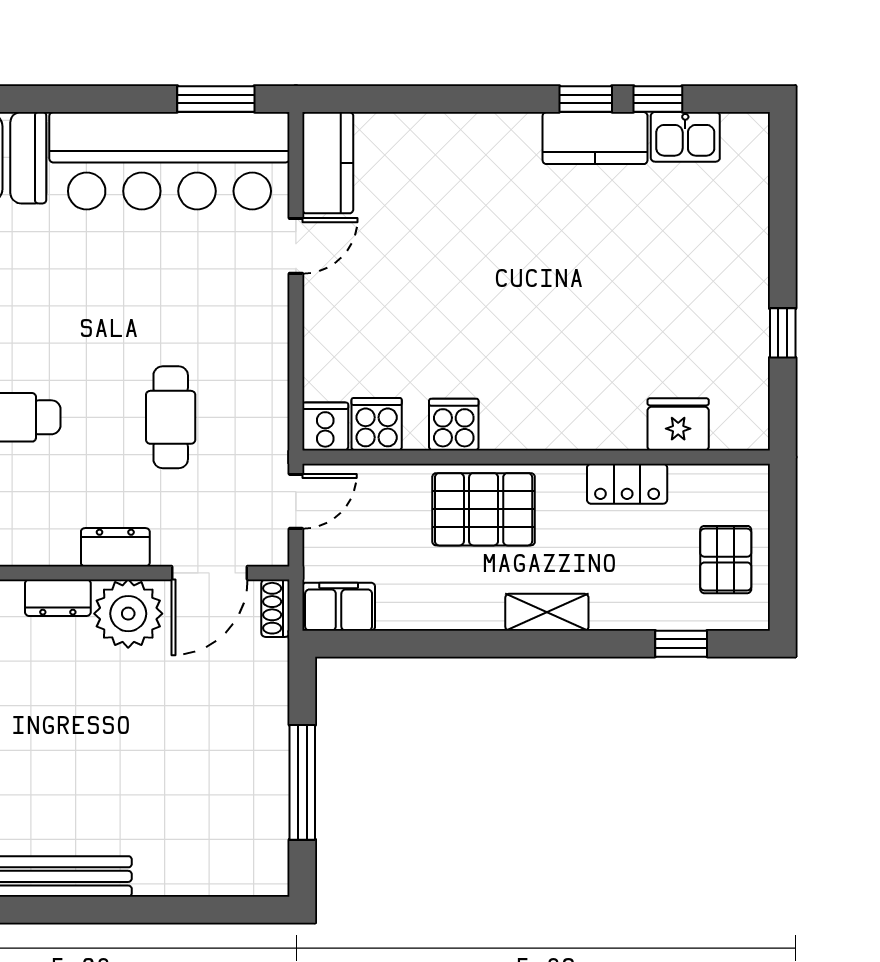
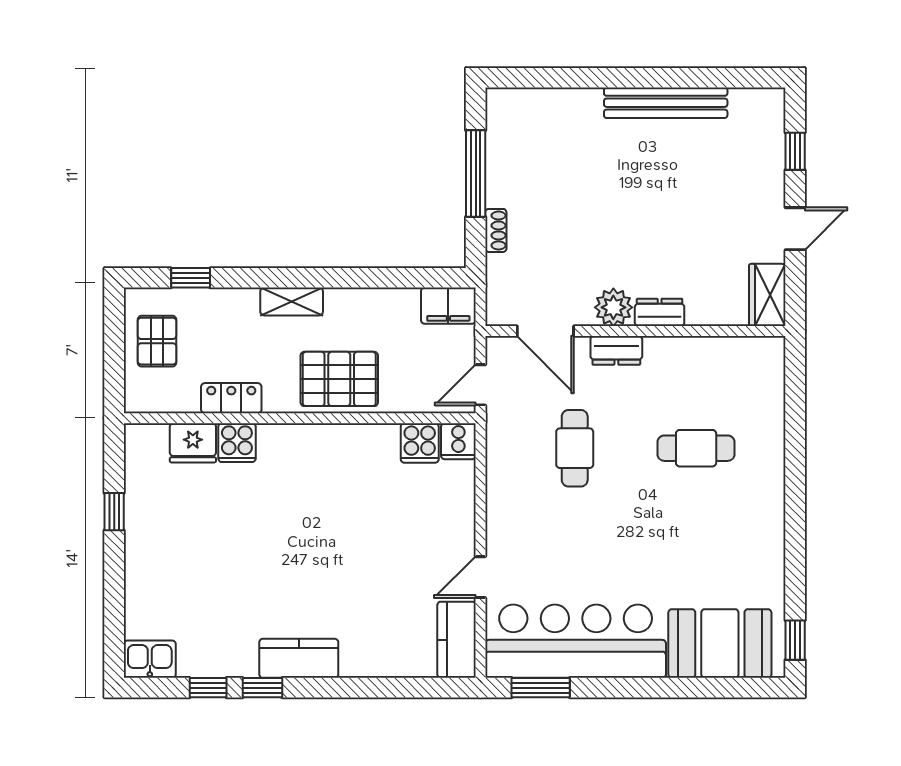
kitchen sink: (685, 137) -> (150, 659), moved
kitchen counter: (595, 138) -> (299, 658), moved
cooker: (454, 425) -> (237, 443), moved
door: (210, 573) -> (545, 331), swing flipped
shoe rack: (275, 608) -> (496, 230), moved
plant: (128, 614) -> (613, 307), width x0.73, depth x0.73

